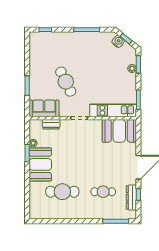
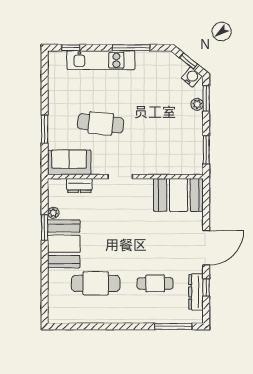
water cooler: (118, 41) -> (192, 77), moved
cafe table: (66, 82) -> (101, 123), turned -58
kitchen unit: (113, 110) -> (101, 60), moved, turned 180

